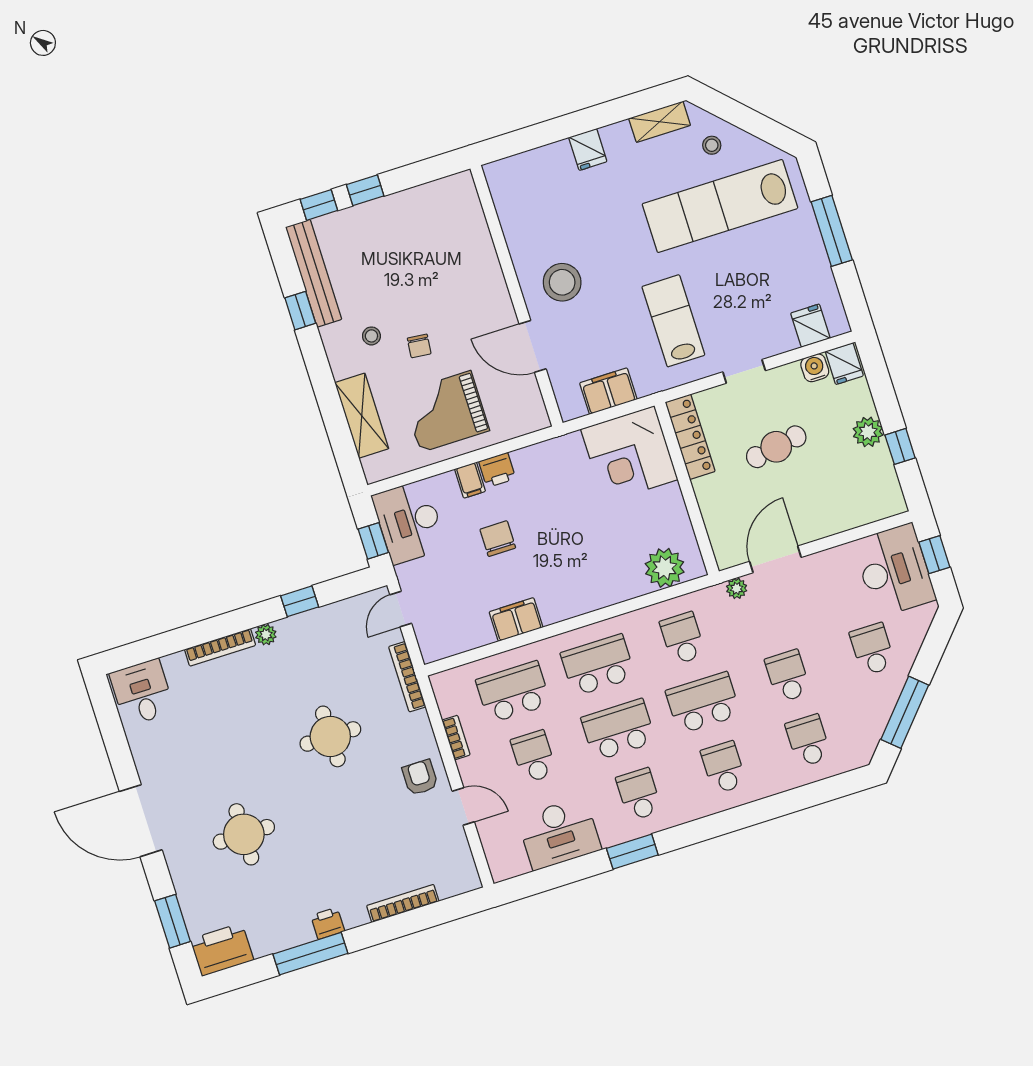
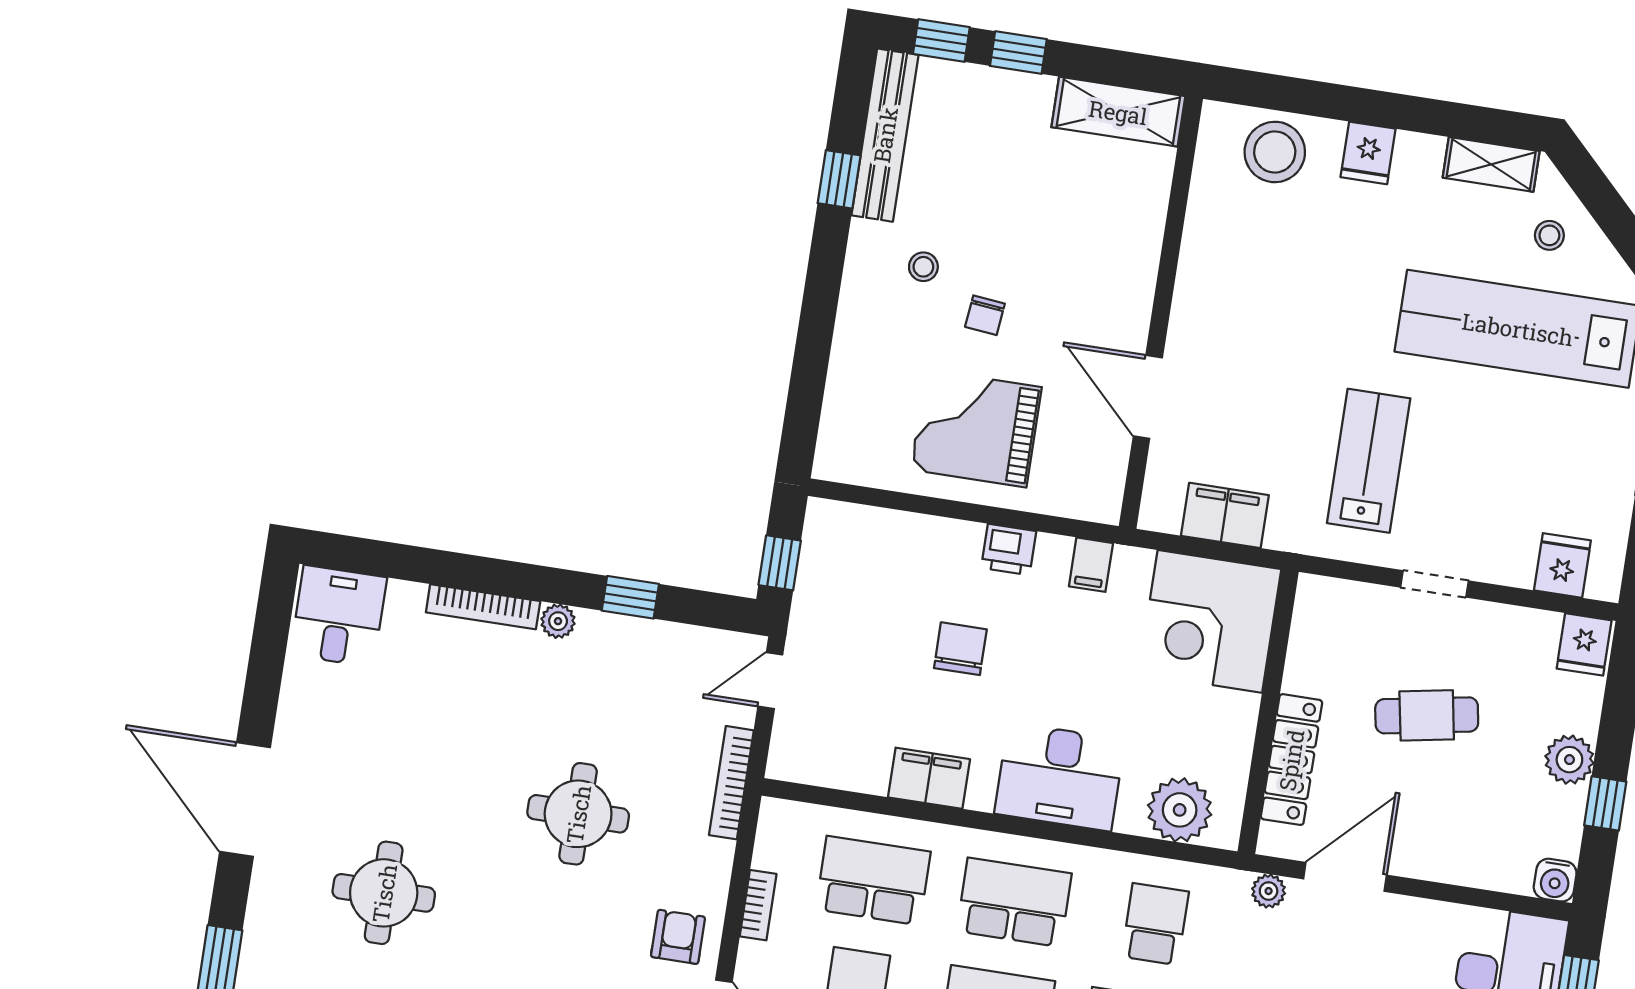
stool: (562, 282) -> (1275, 152), moved
water cooler: (815, 368) -> (1555, 880), moved, turned 180
shelving: (362, 416) -> (1118, 112), moved, turned 90
locker: (690, 437) -> (1291, 760), moved
filing cabinet: (470, 480) -> (1091, 565), moved
desk: (409, 522) -> (1060, 777), moved, turned -90

